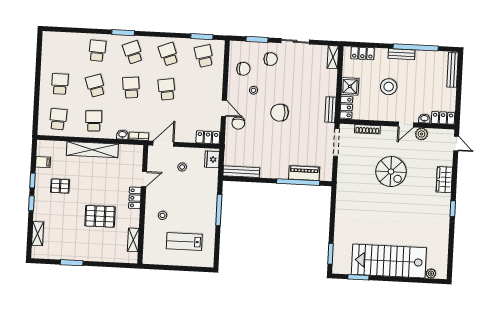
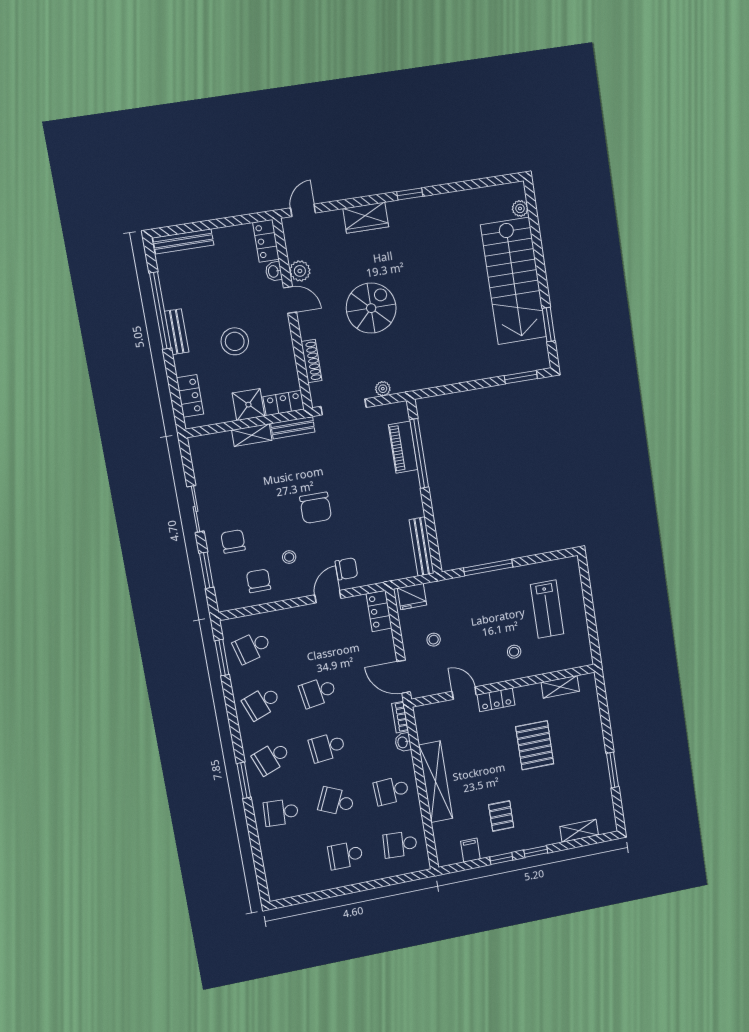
shelving: (333, 57) -> (252, 435), moved
school desk: (96, 86) -> (336, 801), turned 42
plant: (342, 168) -> (383, 389), added

